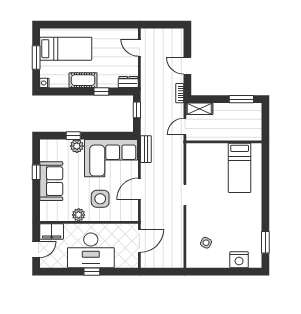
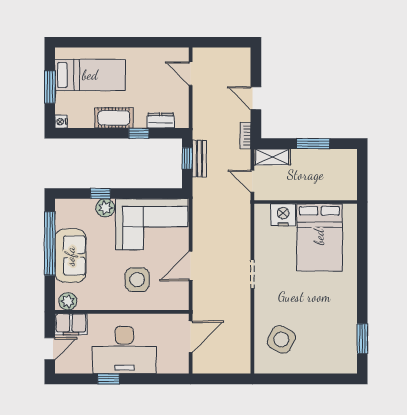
dresser: (128, 82) -> (161, 121), moved
window: (241, 99) -> (313, 144), moved
door: (185, 127) -> (252, 181), hinge flipped
bench: (146, 149) -> (199, 159), moved
bed: (240, 168) -> (319, 237), width x1.50
window: (36, 172) -> (50, 243), width x3.17
plant: (79, 215) -> (68, 301), moved
side table: (206, 243) -> (281, 339), width x1.87, depth x1.87
nightstand: (239, 260) -> (283, 215), moved, turned 180
window: (92, 272) -> (109, 379), moved

